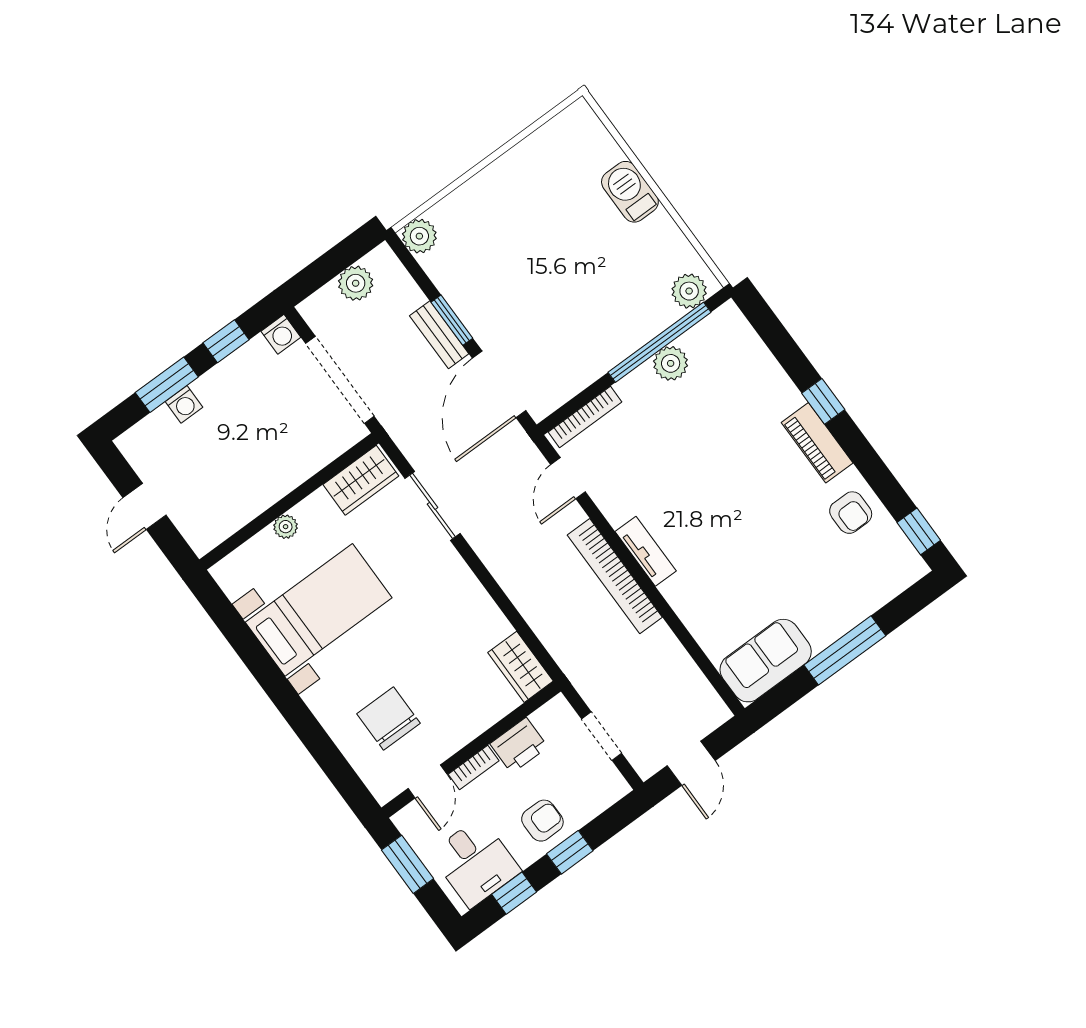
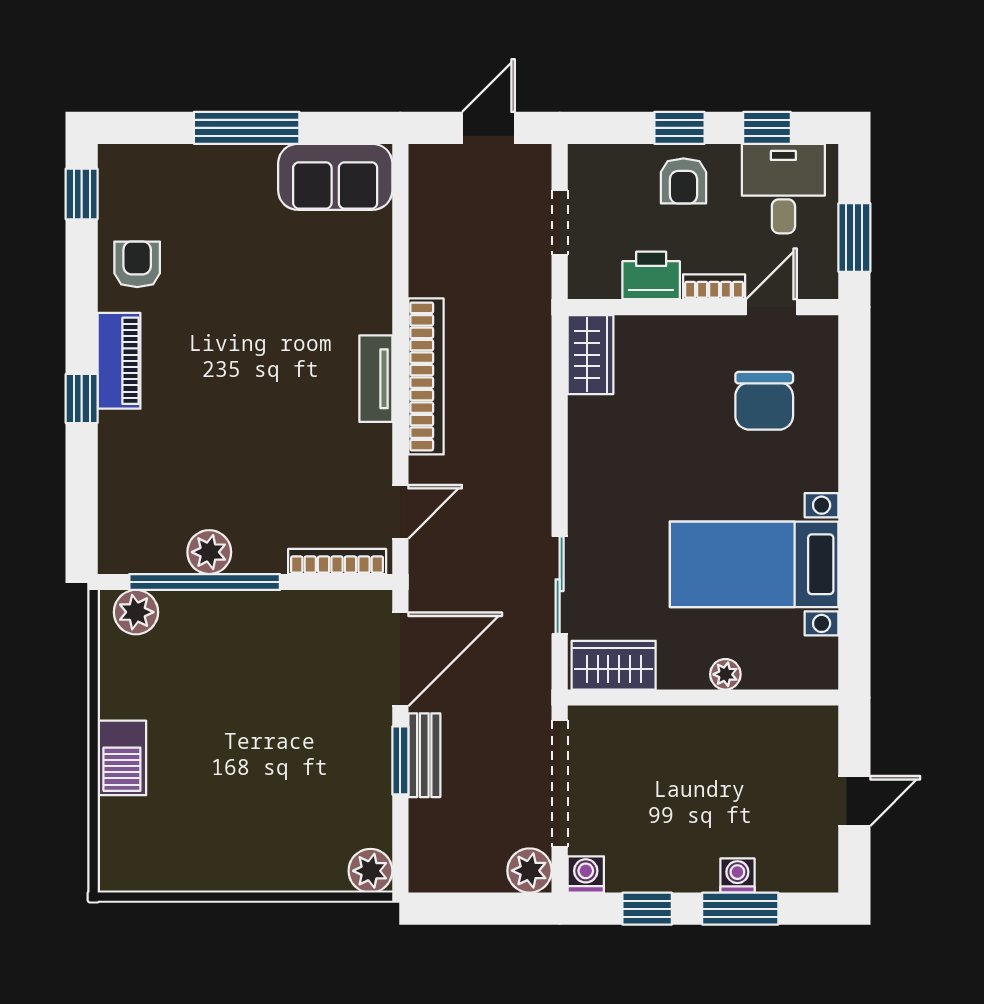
plant: (356, 283) -> (529, 871), moved
armchair: (542, 821) -> (684, 181), turned -90

